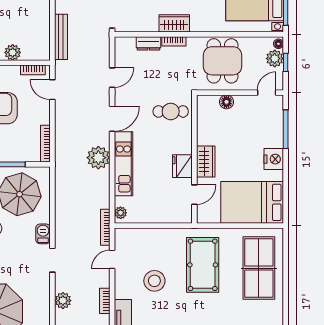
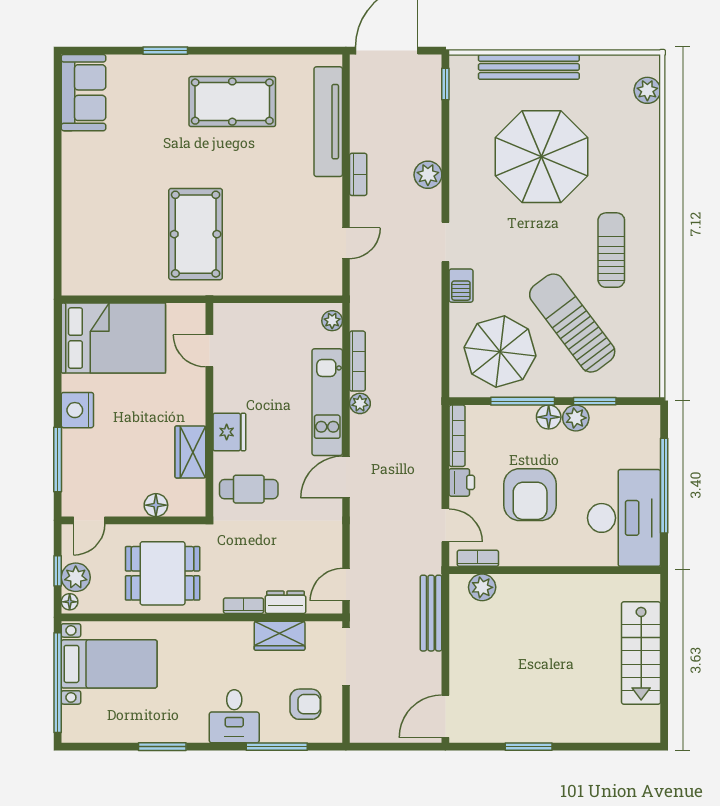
wardrobe: (174, 23) -> (280, 636), moved
plant: (13, 52) -> (482, 587), moved
dining table: (223, 61) -> (163, 573), turned 90
door: (112, 78) -> (346, 585), moved
printer: (43, 116) -> (462, 482), added
plant: (98, 158) -> (360, 403), width x0.53, depth x0.53
wardrobe: (206, 161) -> (190, 452), moved
fridge: (182, 166) -> (229, 432), moved
door: (194, 195) -> (209, 351), hinge flipped
bookcase: (105, 227) -> (357, 361), moved
table tennis table: (259, 268) -> (102, 229), removed
stool: (154, 281) -> (276, 208), removed

